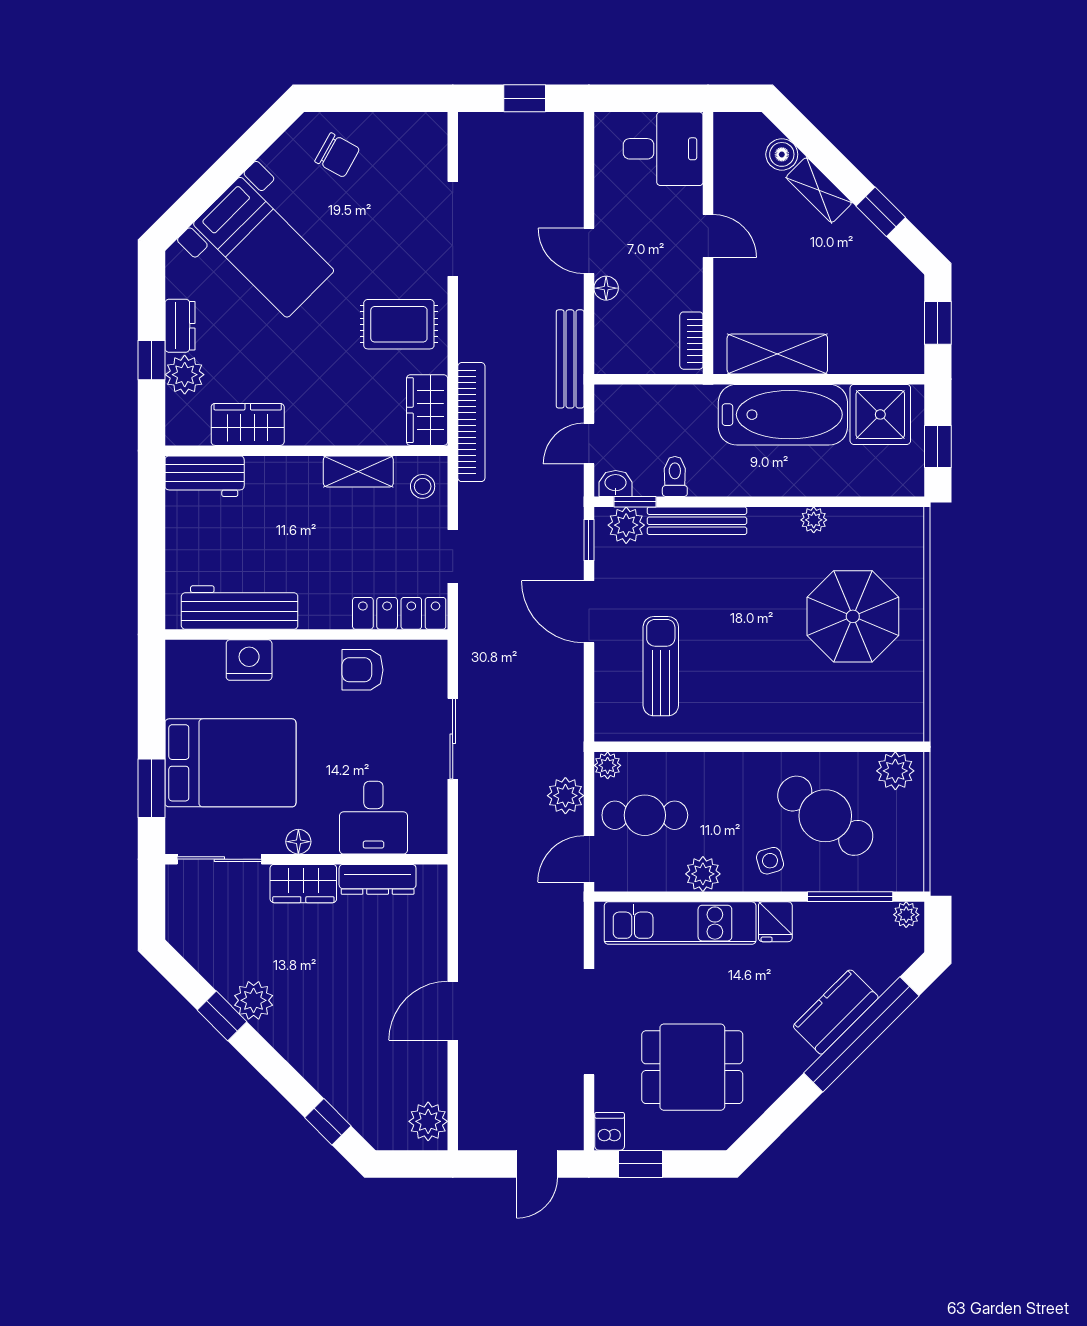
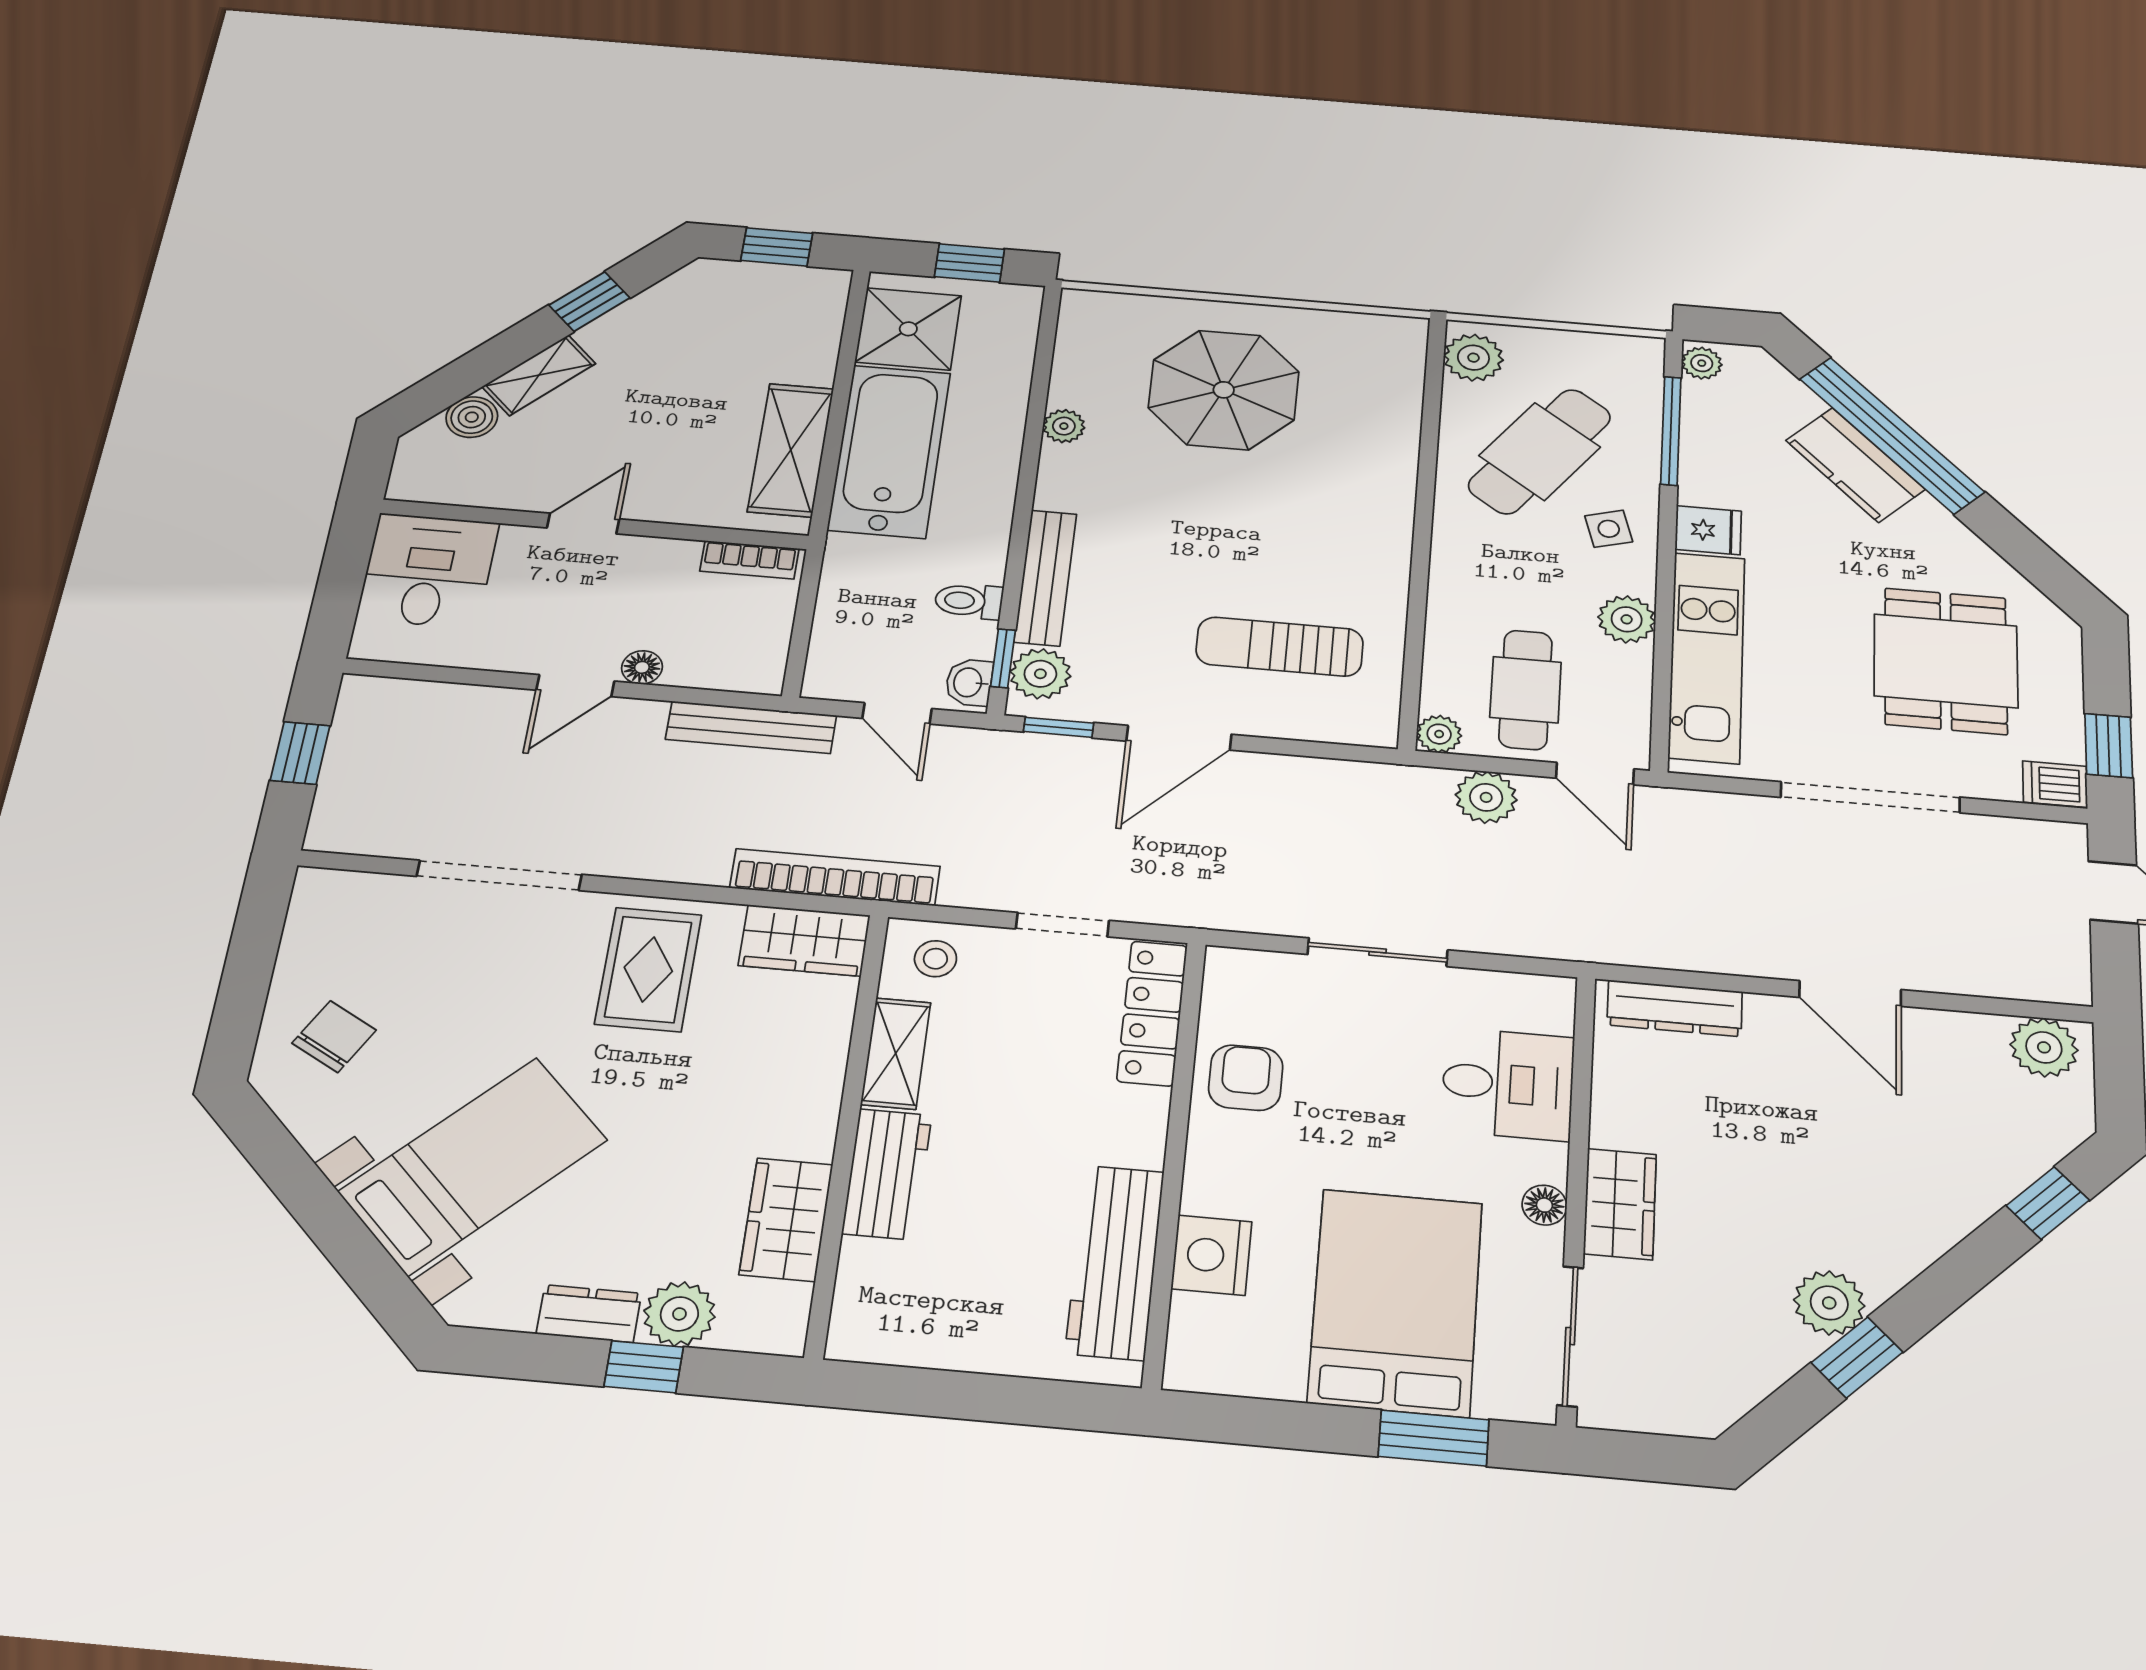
workbench: (205, 476) -> (887, 1174), moved
armchair: (363, 670) -> (1246, 1078), turned 180
dresser: (378, 879) -> (1675, 1008), moved, turned 90

